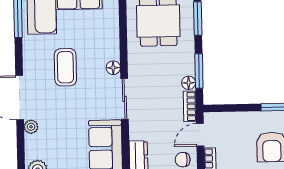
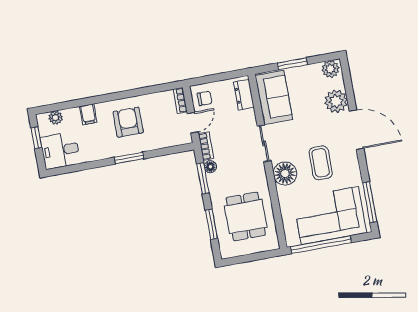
floor lamp: (113, 68) -> (285, 174), width x1.89, depth x1.89
plant: (31, 127) -> (336, 101), width x1.88, depth x1.88

